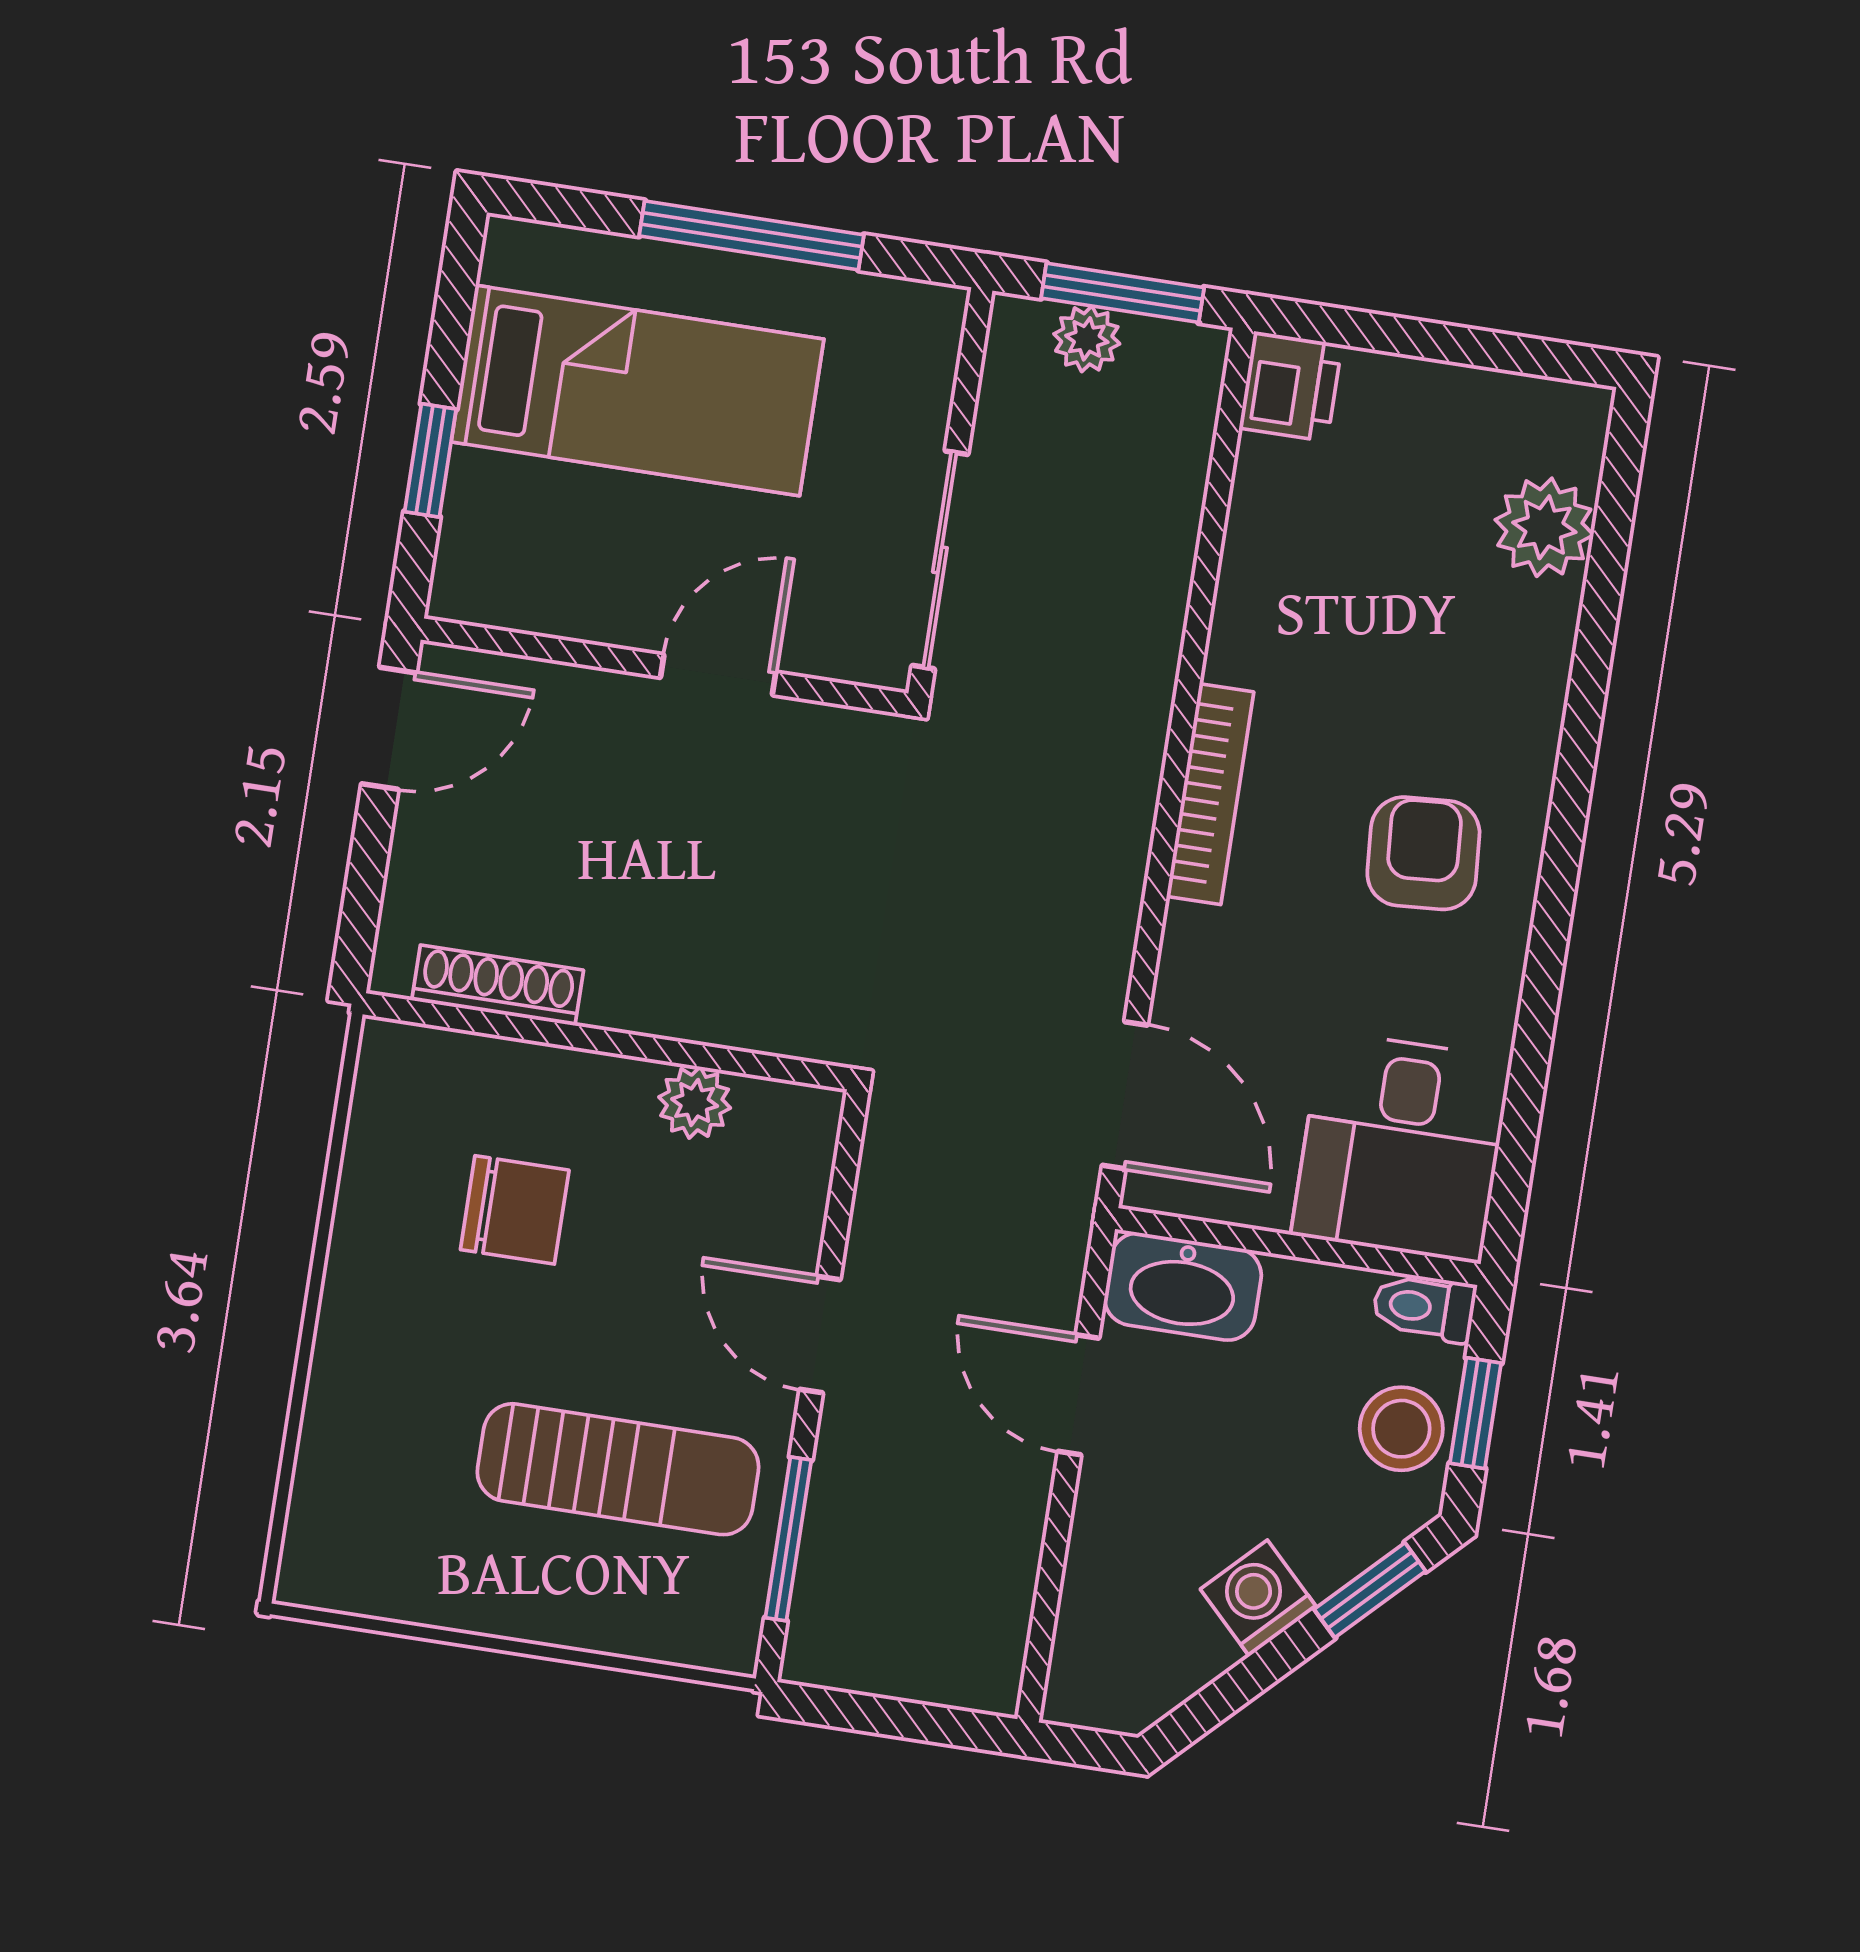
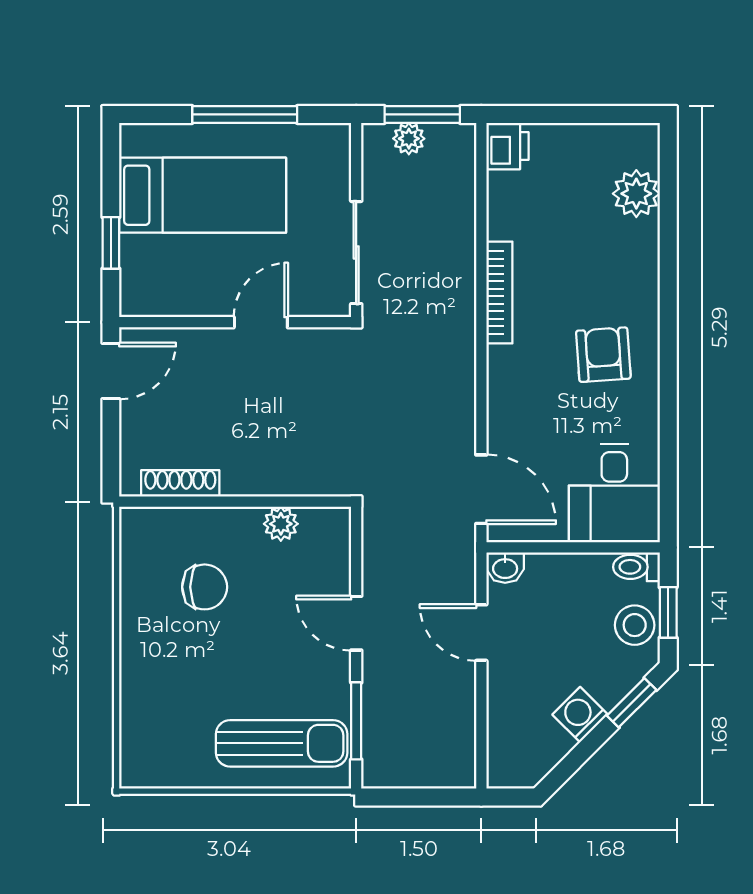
bookcase: (1210, 794) -> (499, 293), moved
washbasin: (1183, 1287) -> (505, 568), width x0.52, depth x0.69
sun lounger: (618, 1469) -> (282, 743), moved

